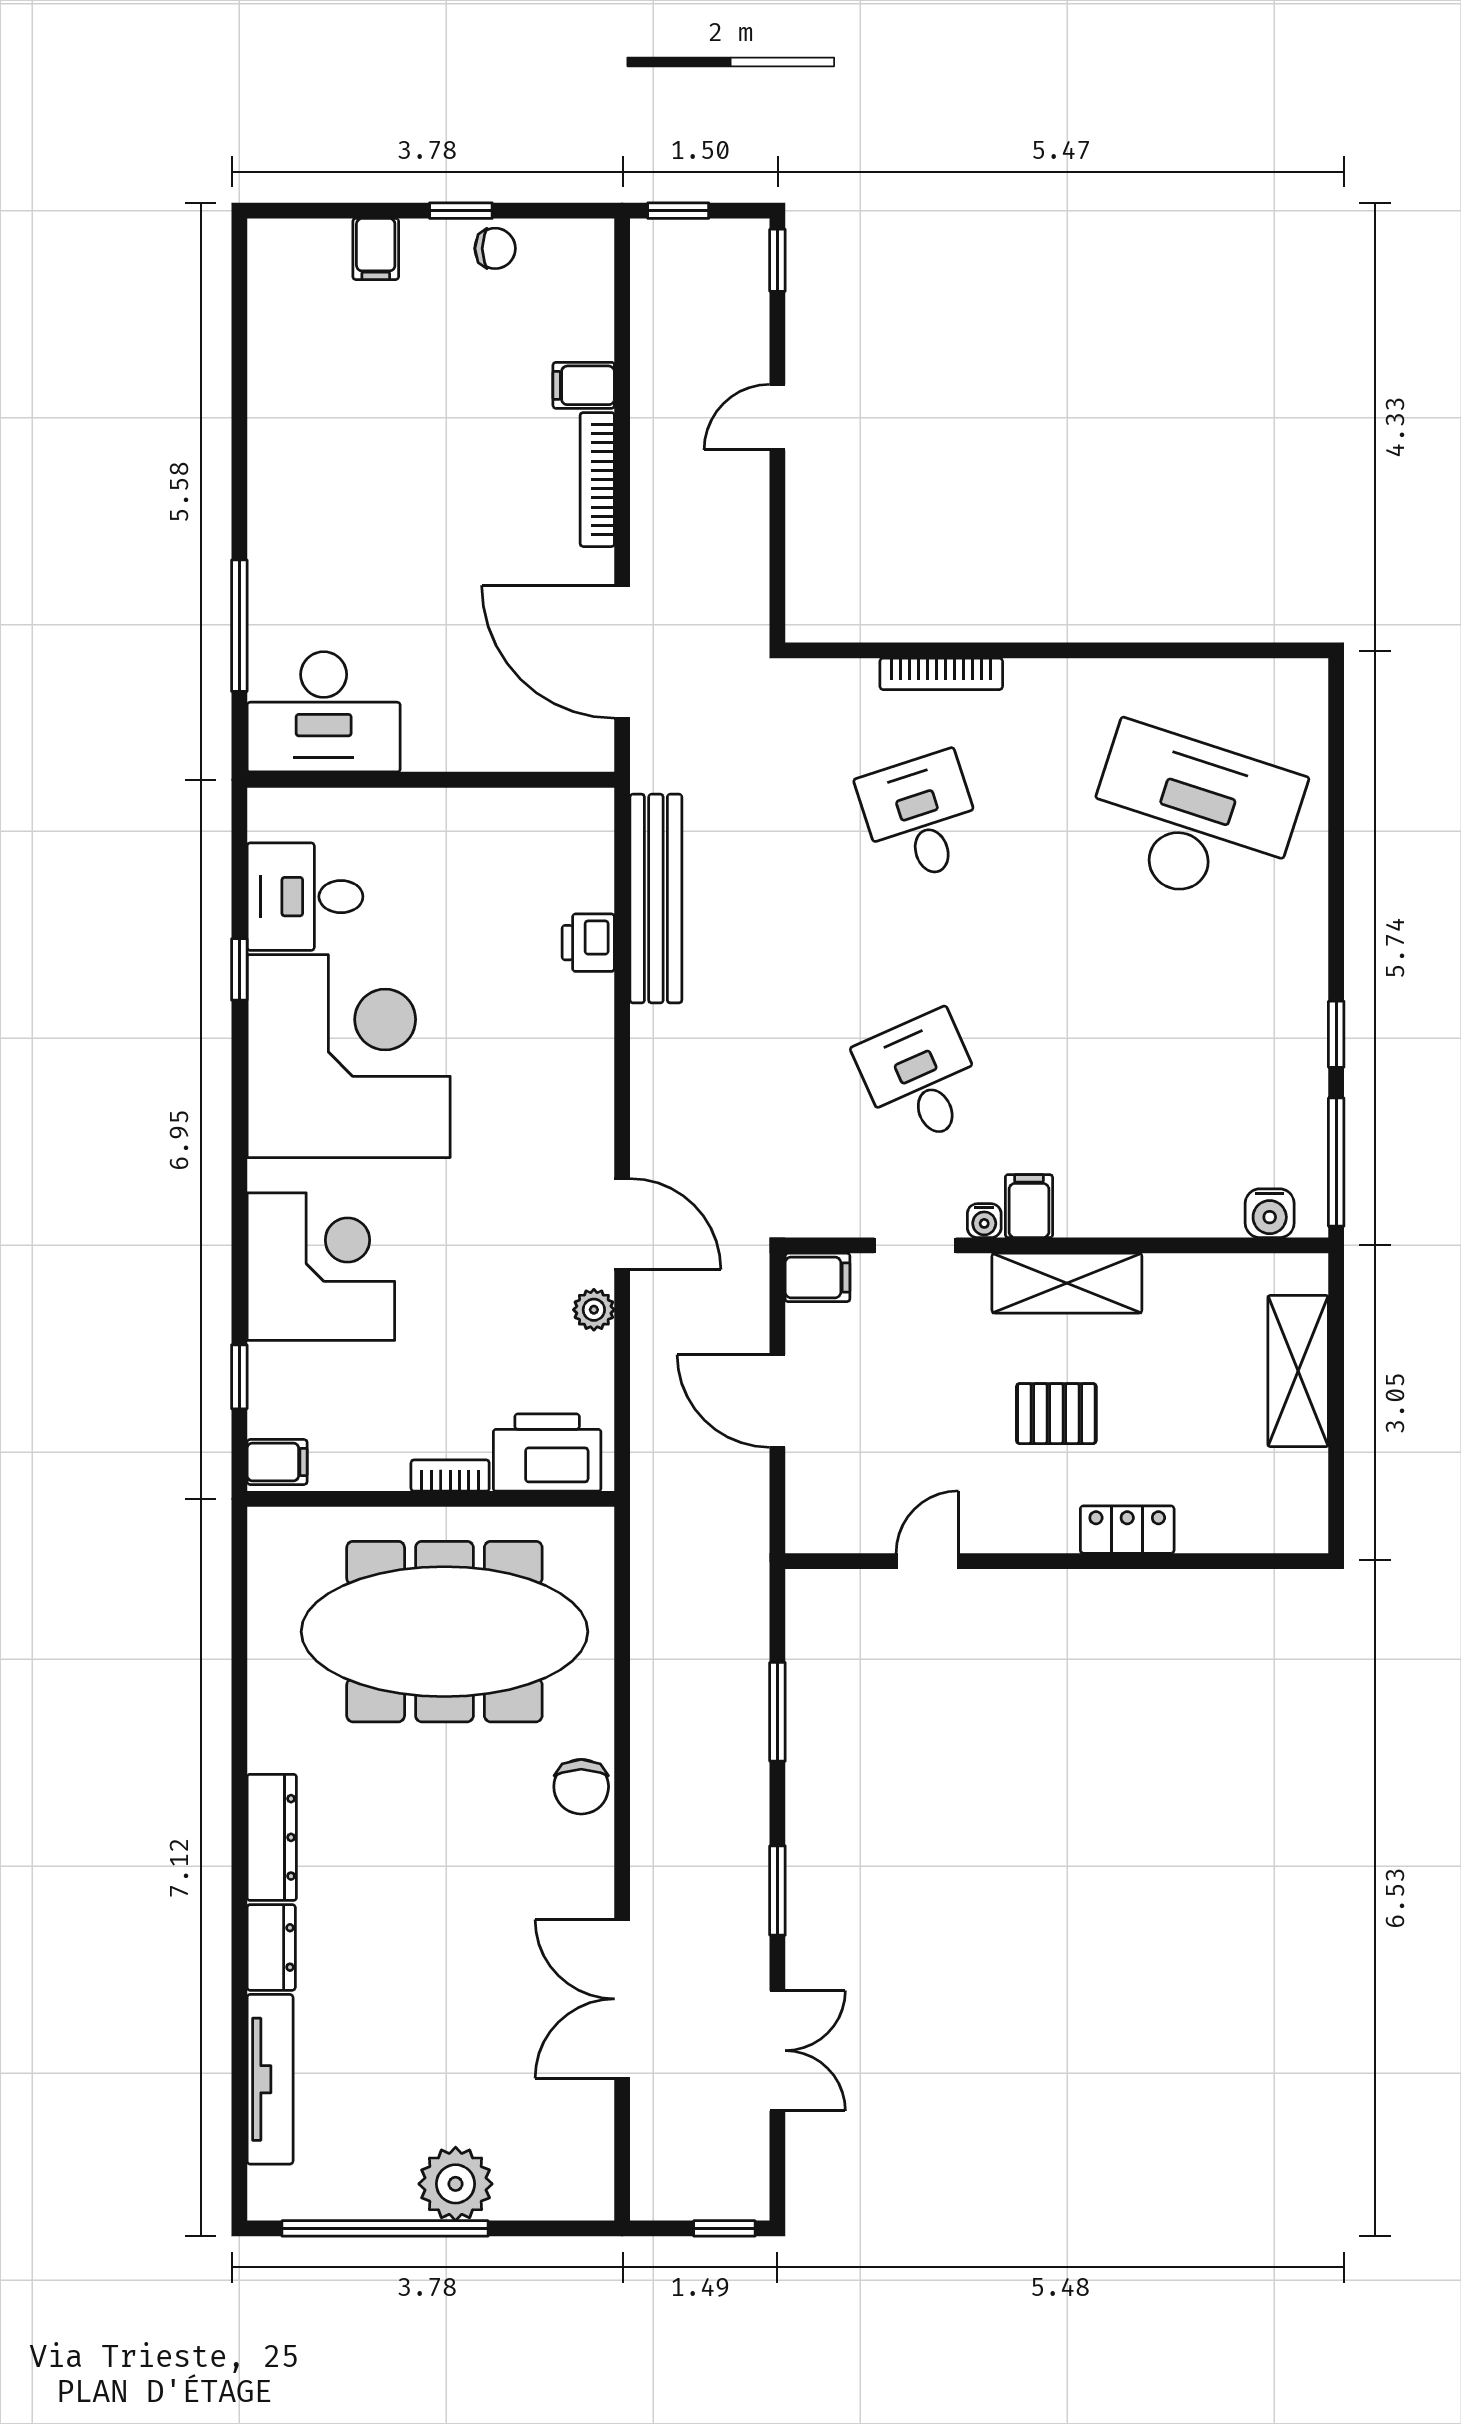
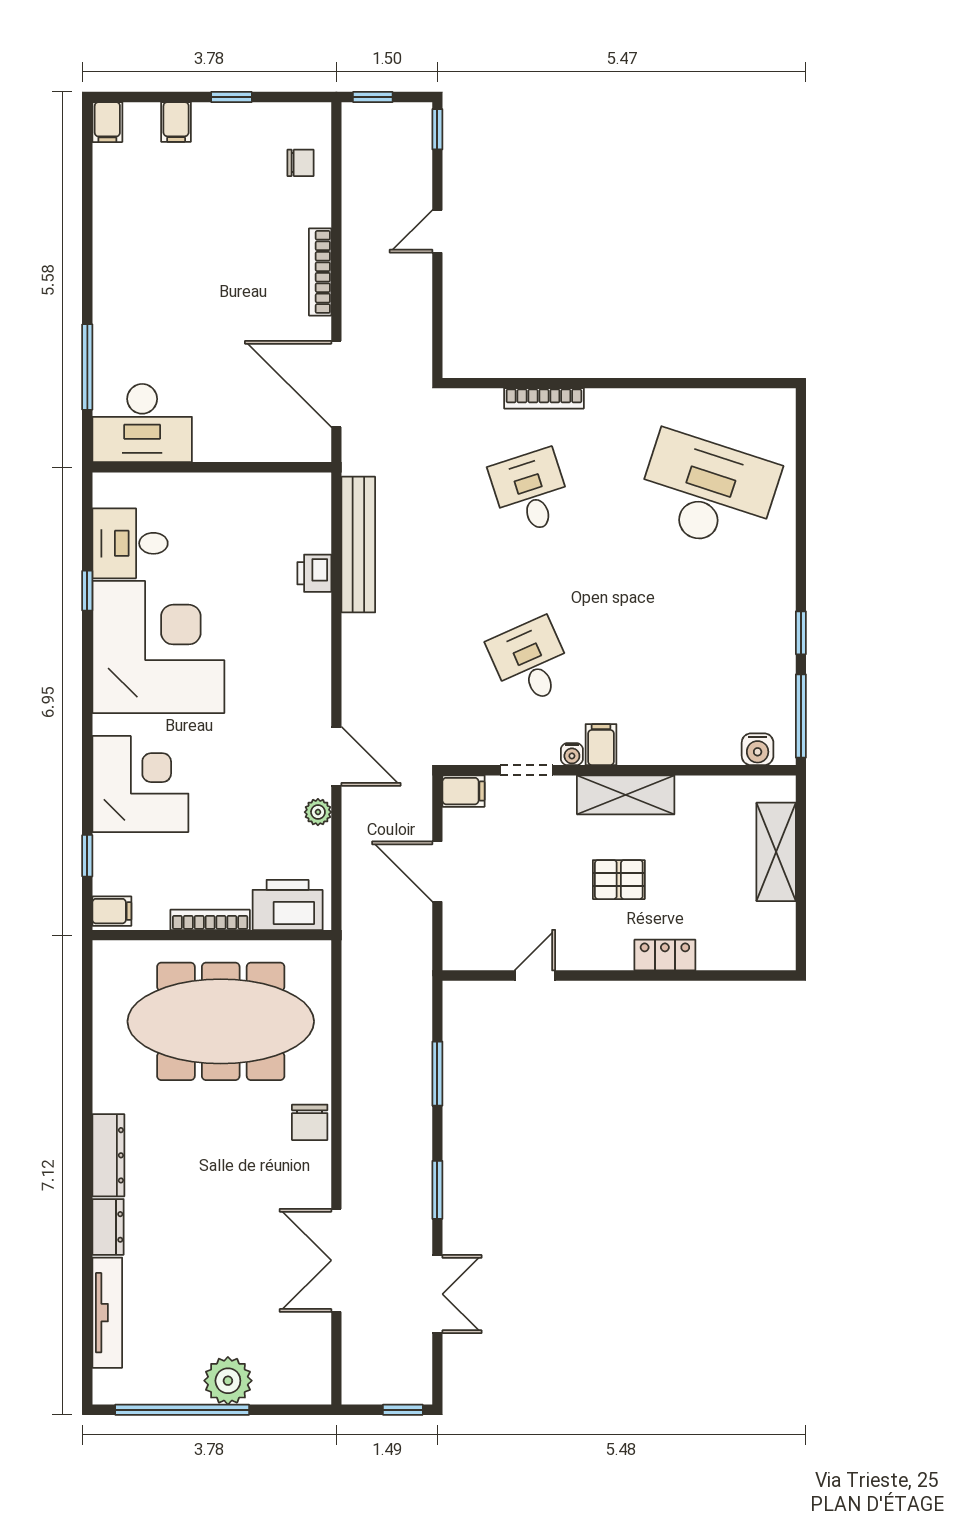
chair: (495, 248) -> (301, 163), moved
filing cabinet: (584, 385) -> (107, 122), moved, turned -90
bookcase: (450, 1476) -> (210, 920), width x1.56

